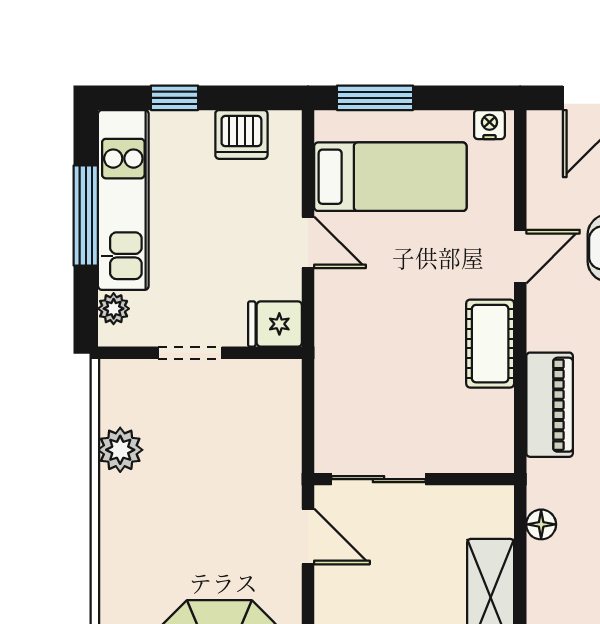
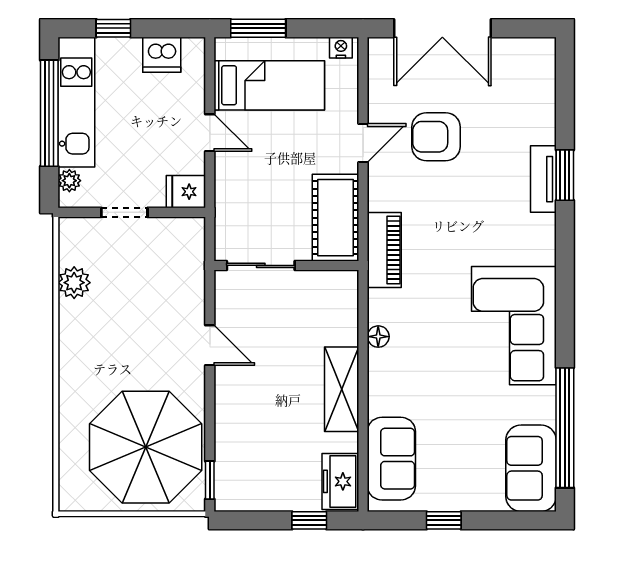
window: (86, 216) -> (49, 113), width x1.46
cot: (490, 344) -> (335, 218), width x1.37, depth x1.34
sliding door: (379, 479) -> (261, 265), moved
wall: (414, 479) -> (286, 265), moved

